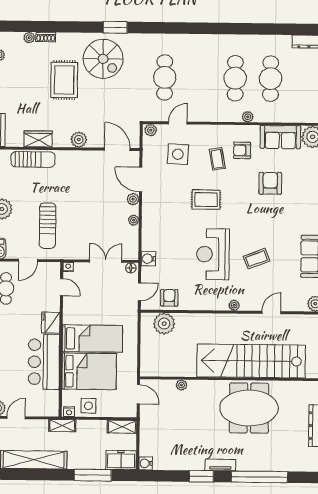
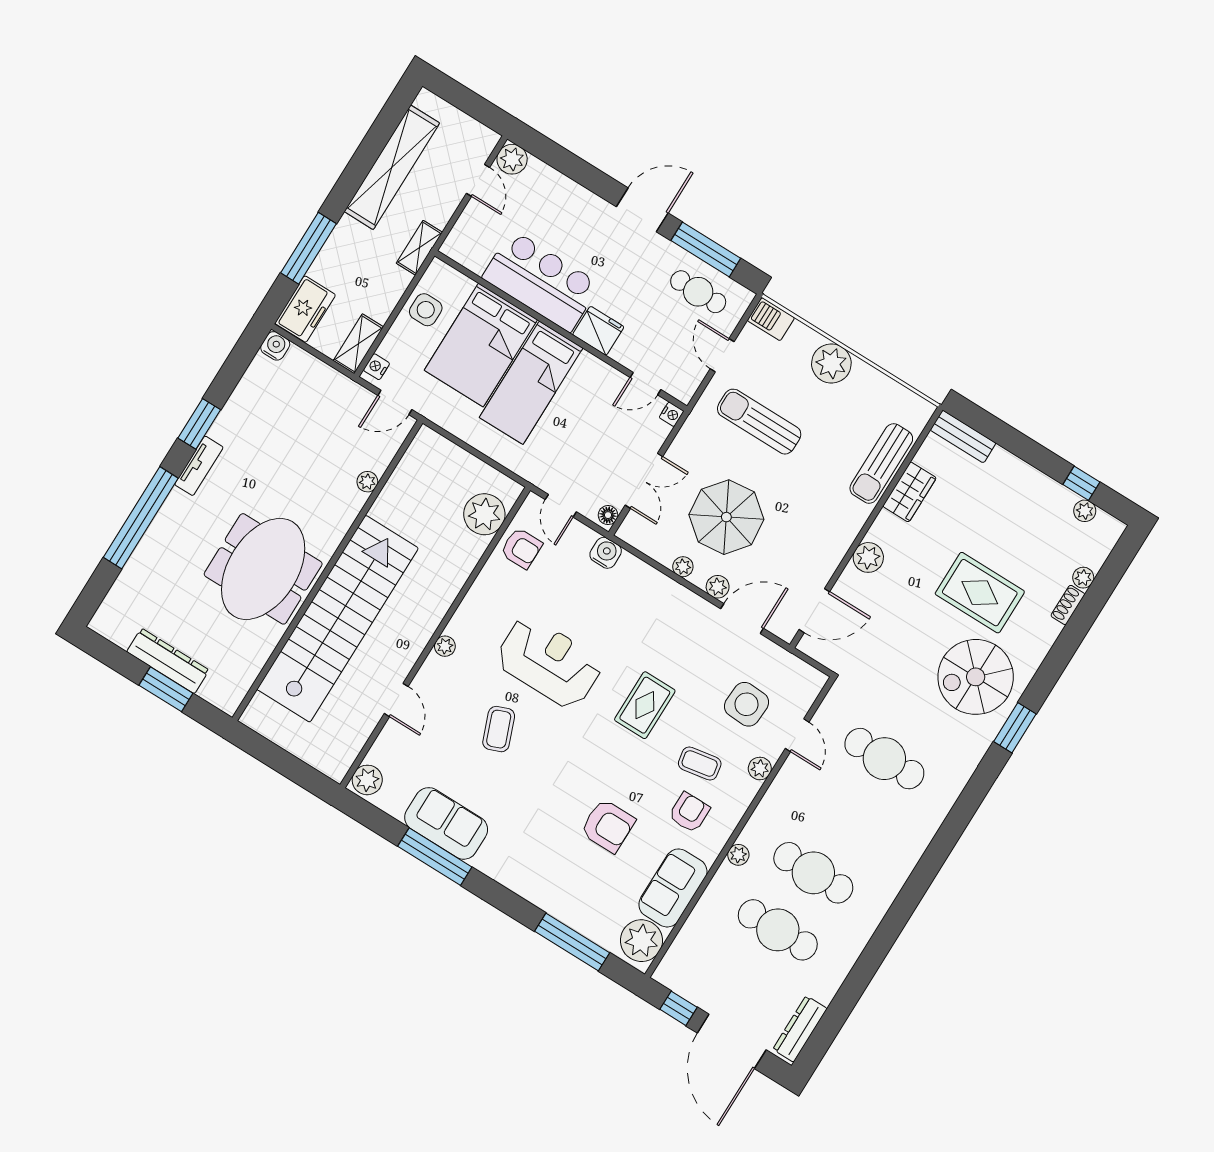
plant: (151, 130) -> (760, 768), moved
parasol: (99, 214) -> (726, 517), added
nightstand: (69, 412) -> (377, 367), moved

